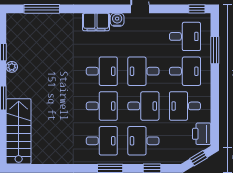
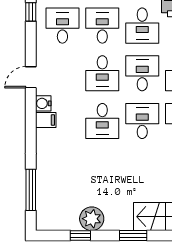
filing cabinet: (96, 22) -> (46, 120), width x0.50
plant: (12, 67) -> (92, 219), width x1.87, depth x1.87
desk: (102, 71) -> (102, 121), turned 180

